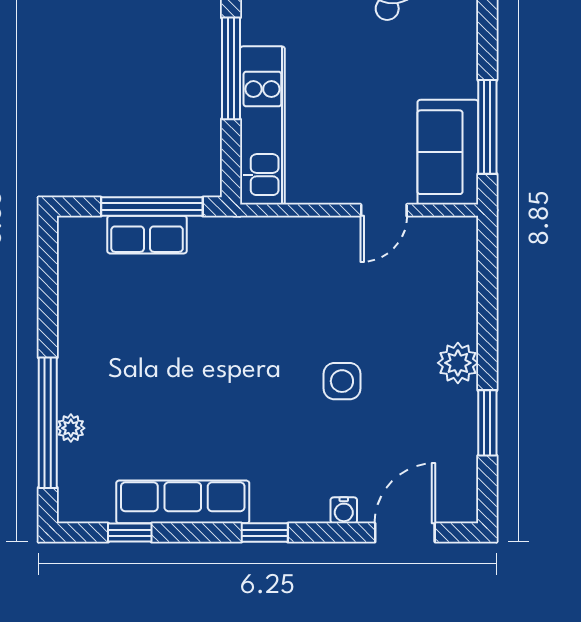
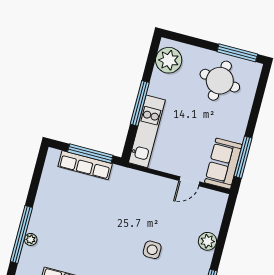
row of seats: (147, 235) -> (85, 165), width x1.48
plant: (458, 363) -> (207, 241), moved

